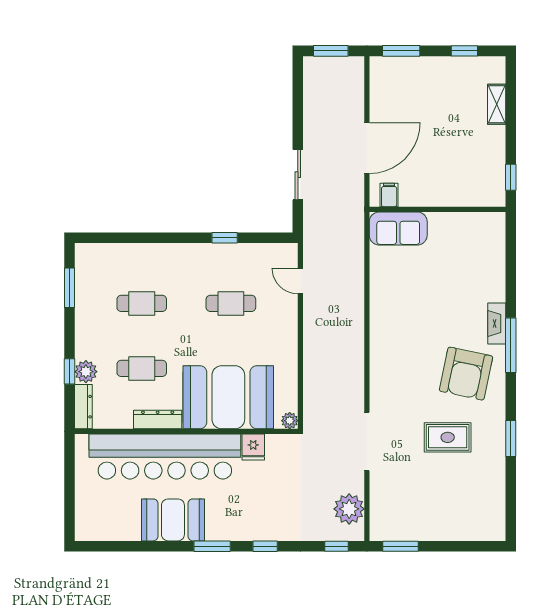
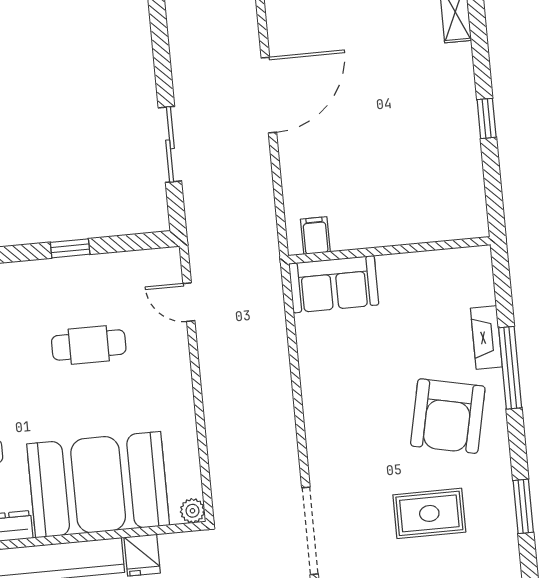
filing cabinet: (389, 195) -> (315, 236), moved
wall: (437, 209) -> (389, 250), moved
sofa: (398, 228) -> (334, 284), moved

